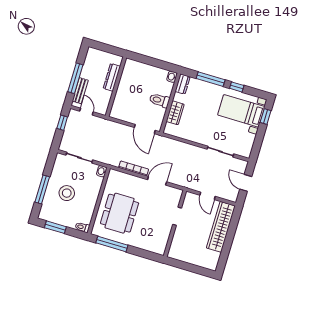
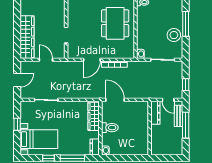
dresser: (112, 77) -> (155, 113), moved
wardrobe: (175, 113) -> (94, 116), width x1.50
window: (266, 117) -> (17, 124), moved
door: (246, 183) -> (17, 80), hinge flipped
stool: (67, 193) -> (174, 35), moved

